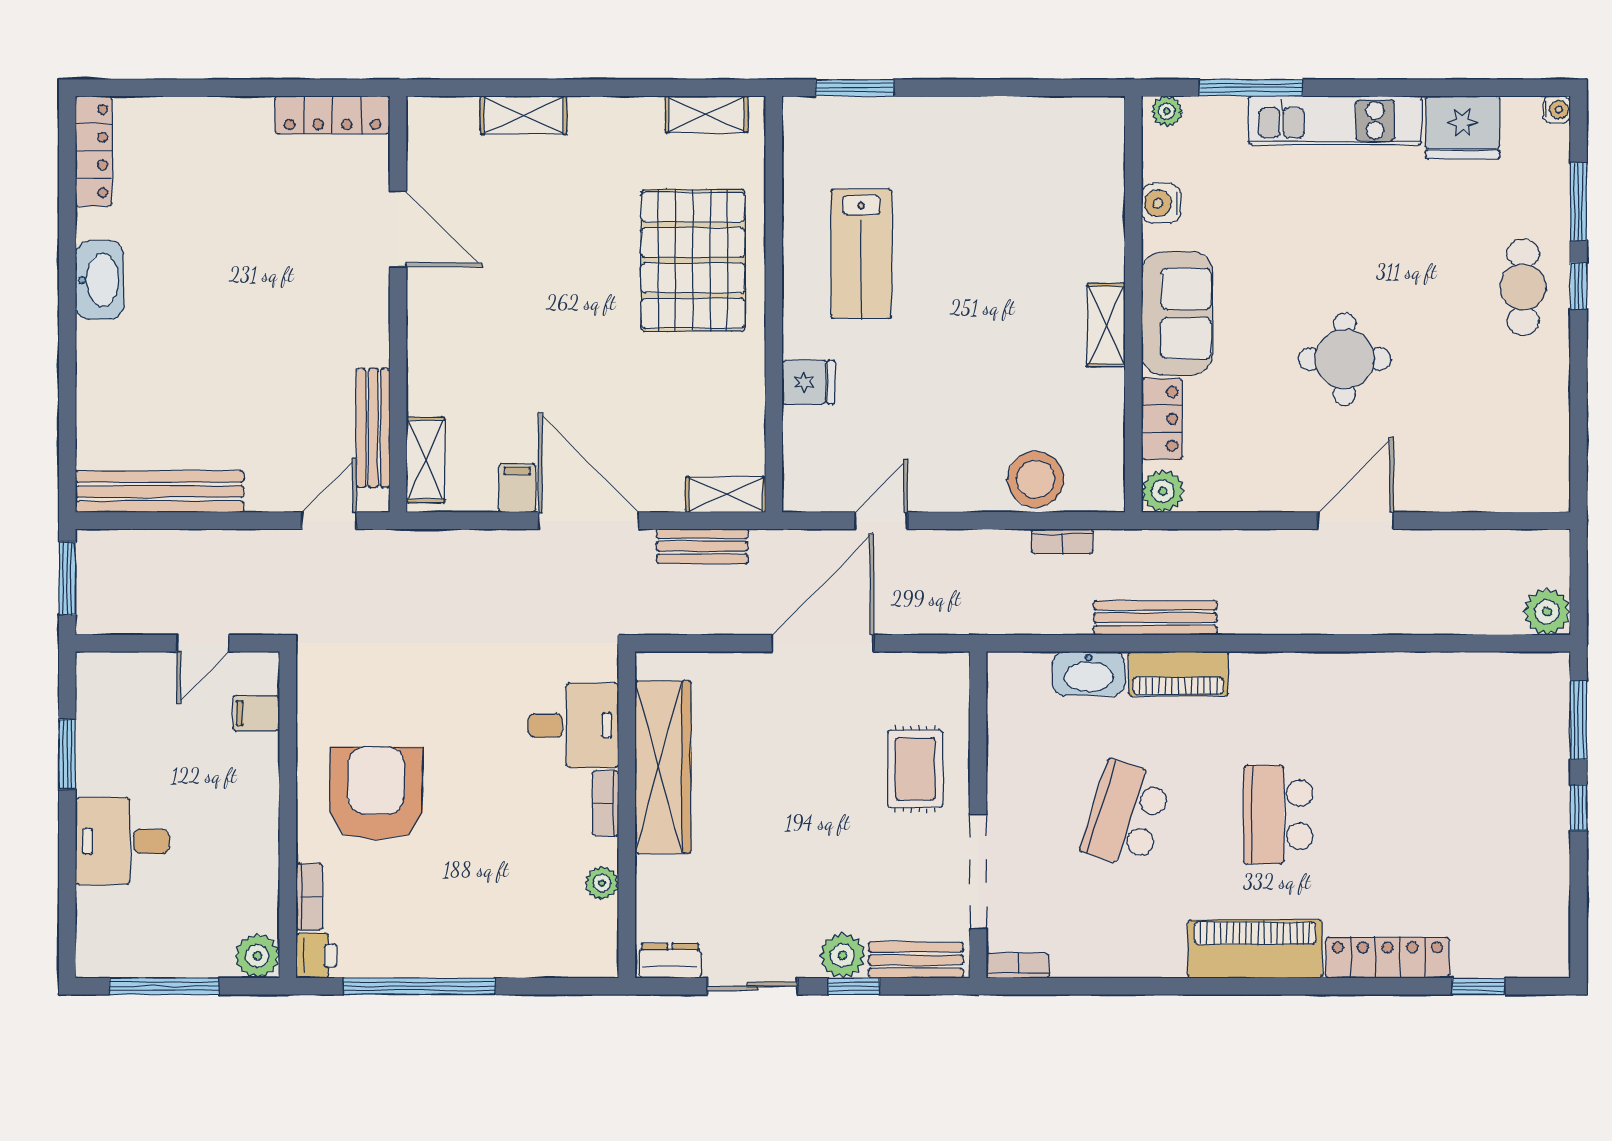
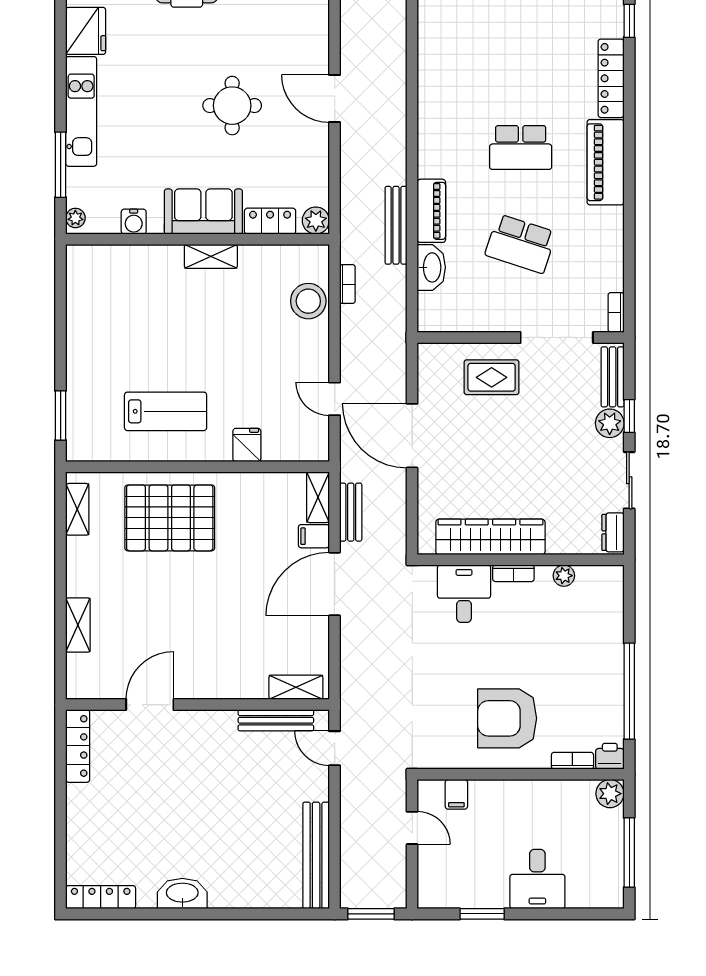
filing cabinet: (517, 488) -> (314, 536), moved

